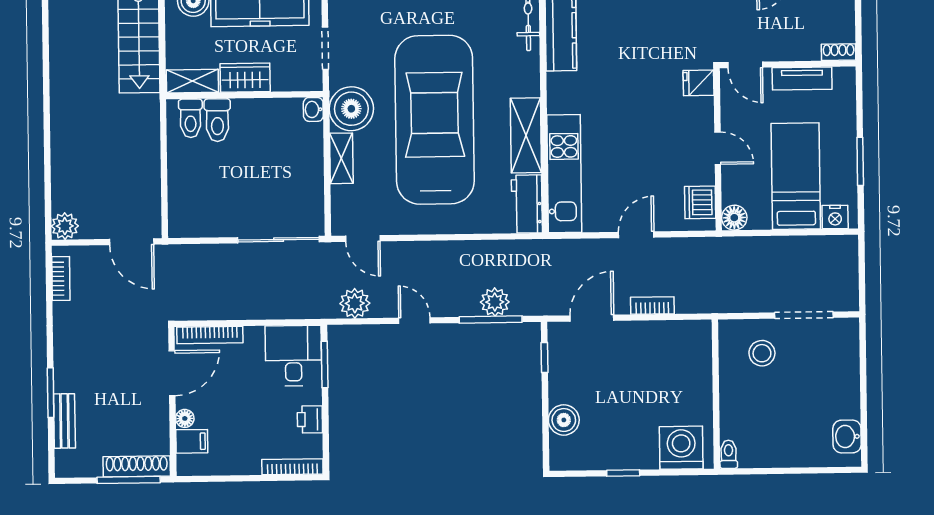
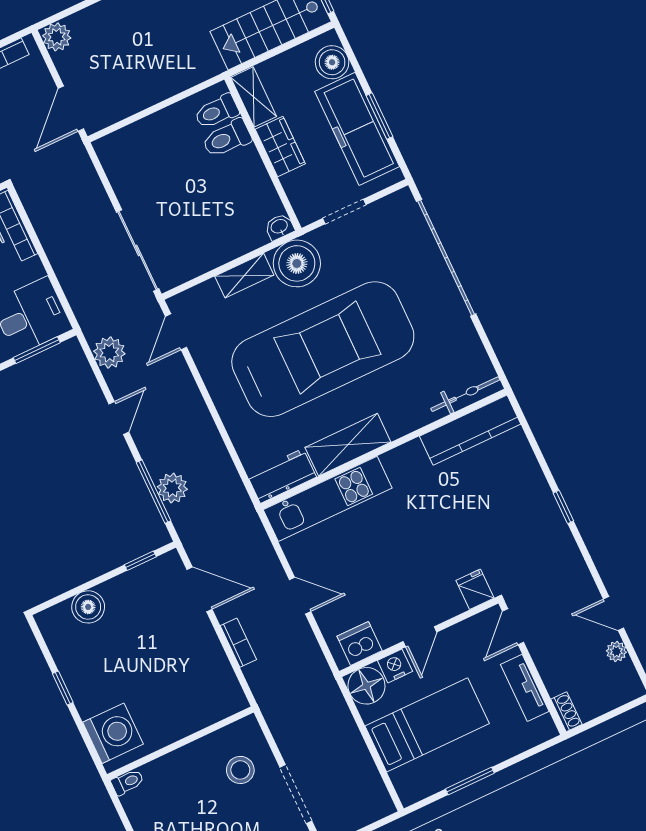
nightstand: (835, 217) -> (395, 666), moved, turned 90
floor lamp: (734, 218) -> (366, 686), width x1.38, depth x1.38

